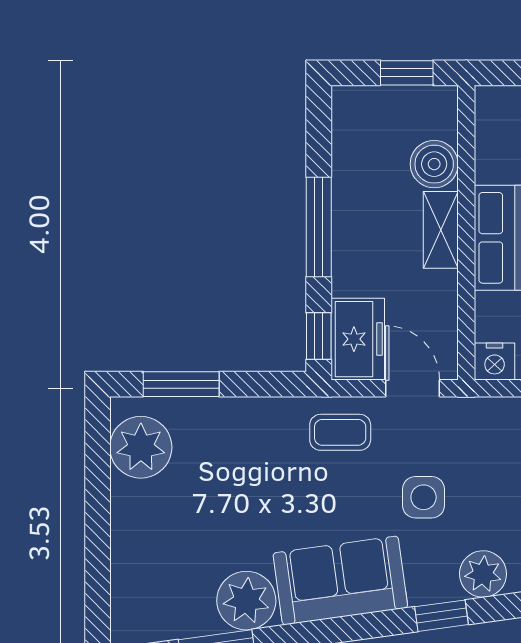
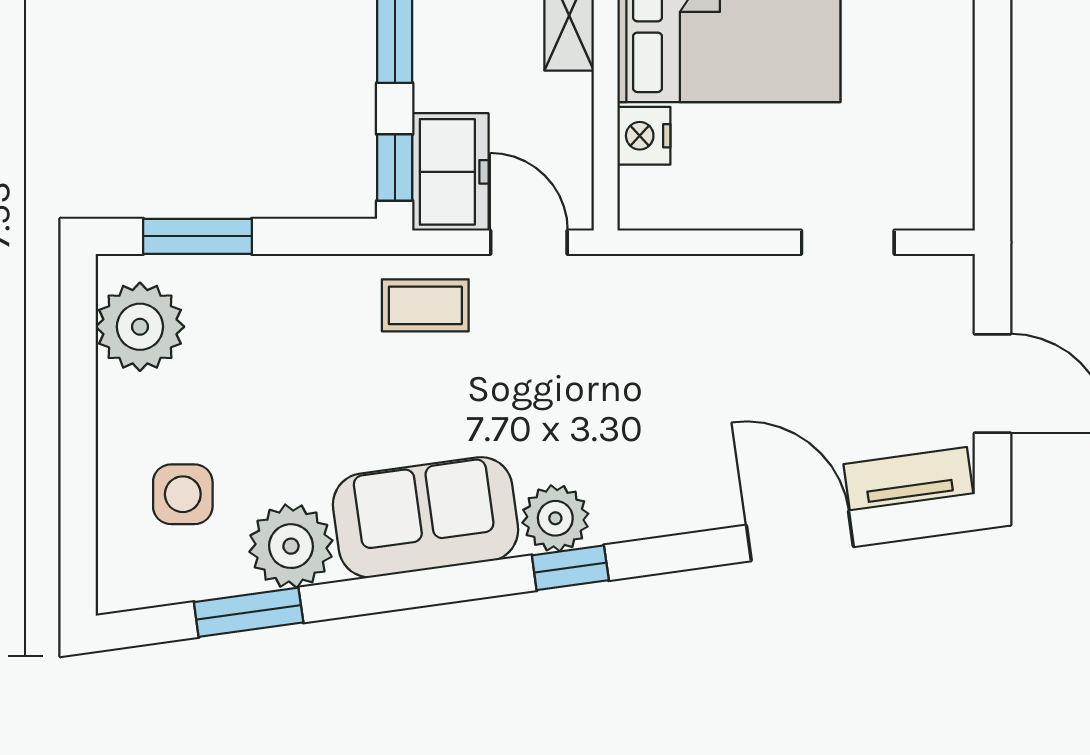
nightstand: (495, 362) -> (644, 136), moved, turned 90
side table: (424, 497) -> (183, 494), moved
plant: (483, 574) -> (555, 518), moved

